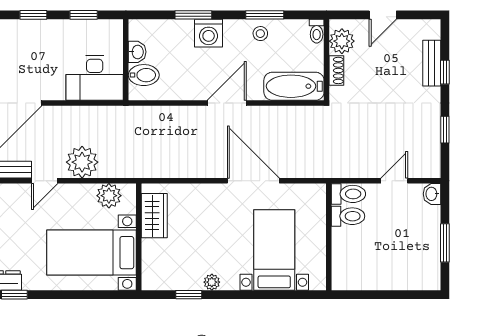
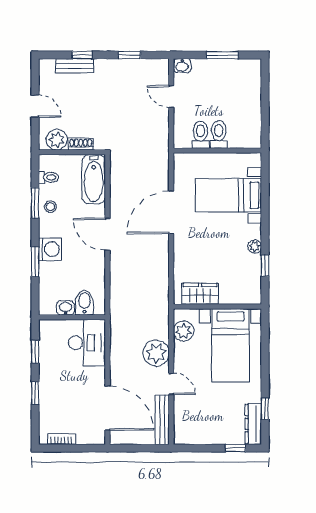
toilet: (317, 31) -> (48, 177), moved
toilet: (348, 194) -> (219, 134), moved

